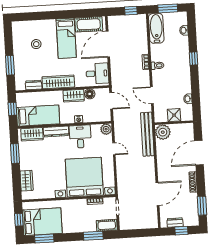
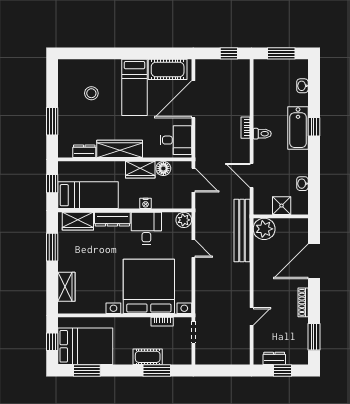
bathtub: (156, 28) -> (298, 128), moved, turned 180
door: (157, 194) -> (252, 316), width x0.53
cot: (107, 225) -> (148, 357), moved

